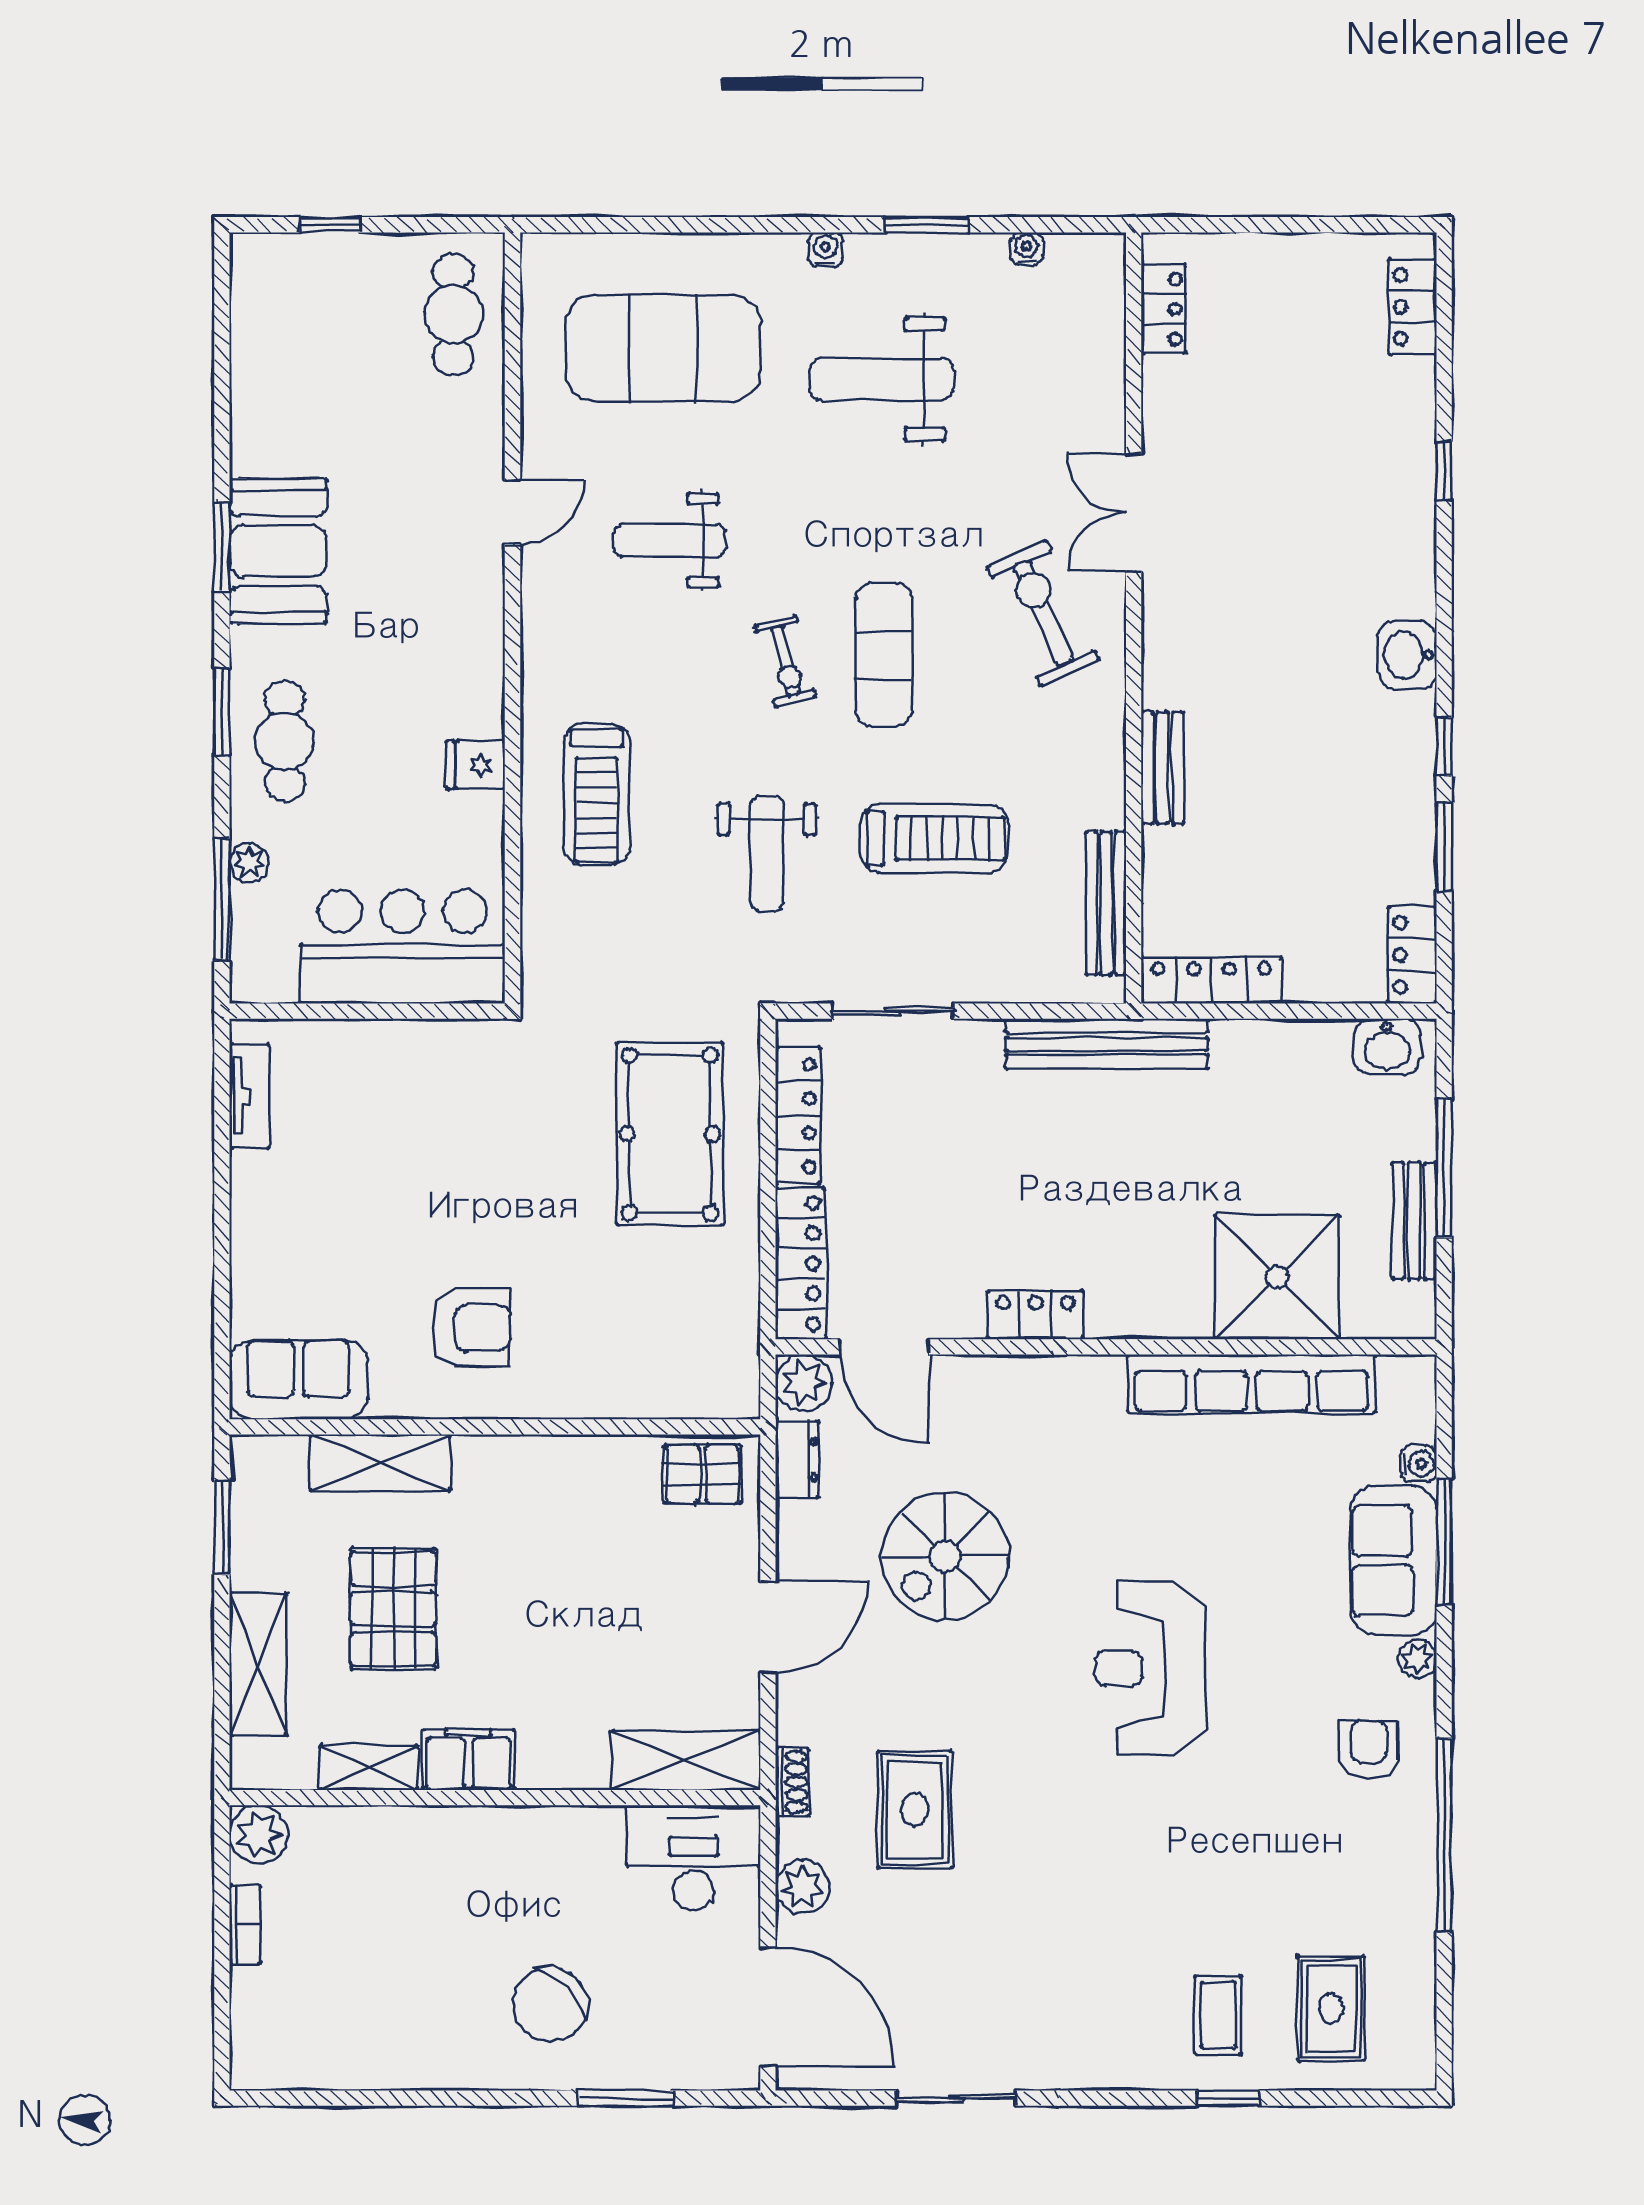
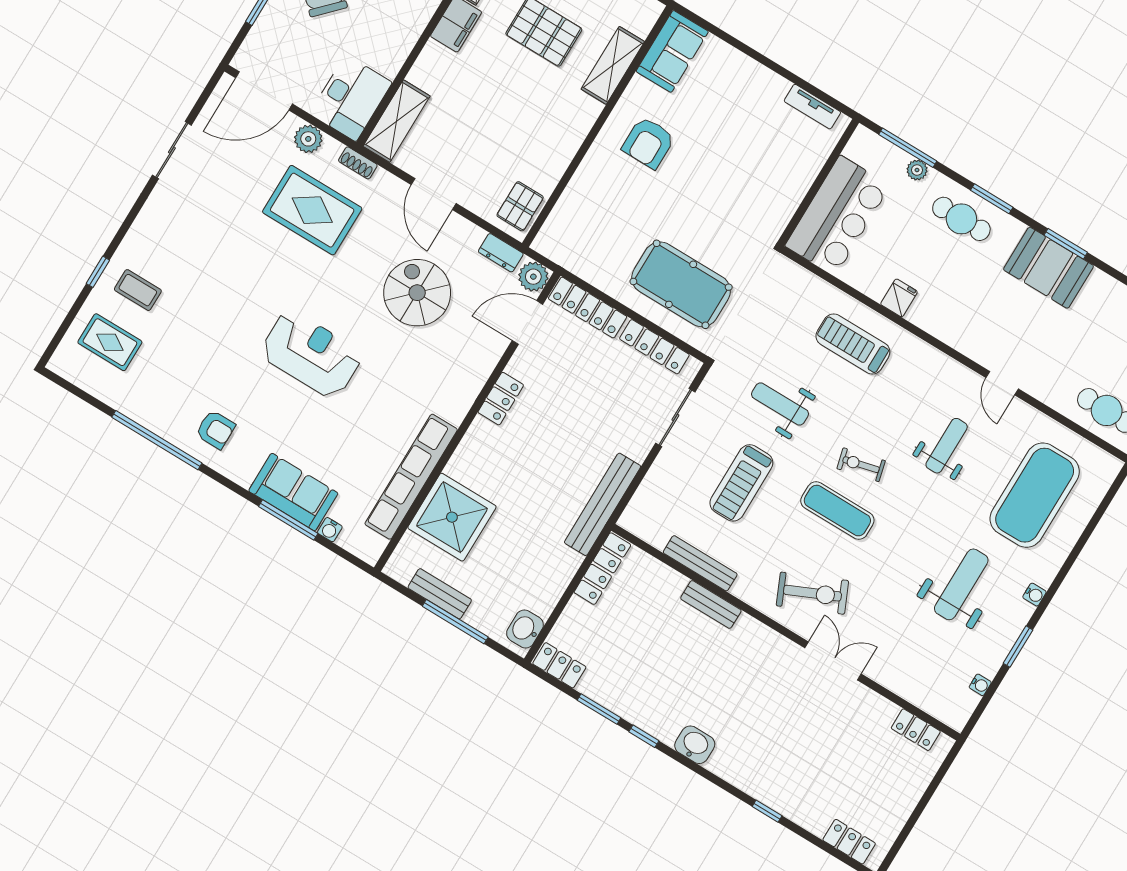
bench: (1106, 903) -> (700, 563), moved
plant: (1417, 1659) -> (243, 476), removed
rug: (915, 1810) -> (312, 210), width x1.36, depth x1.43

